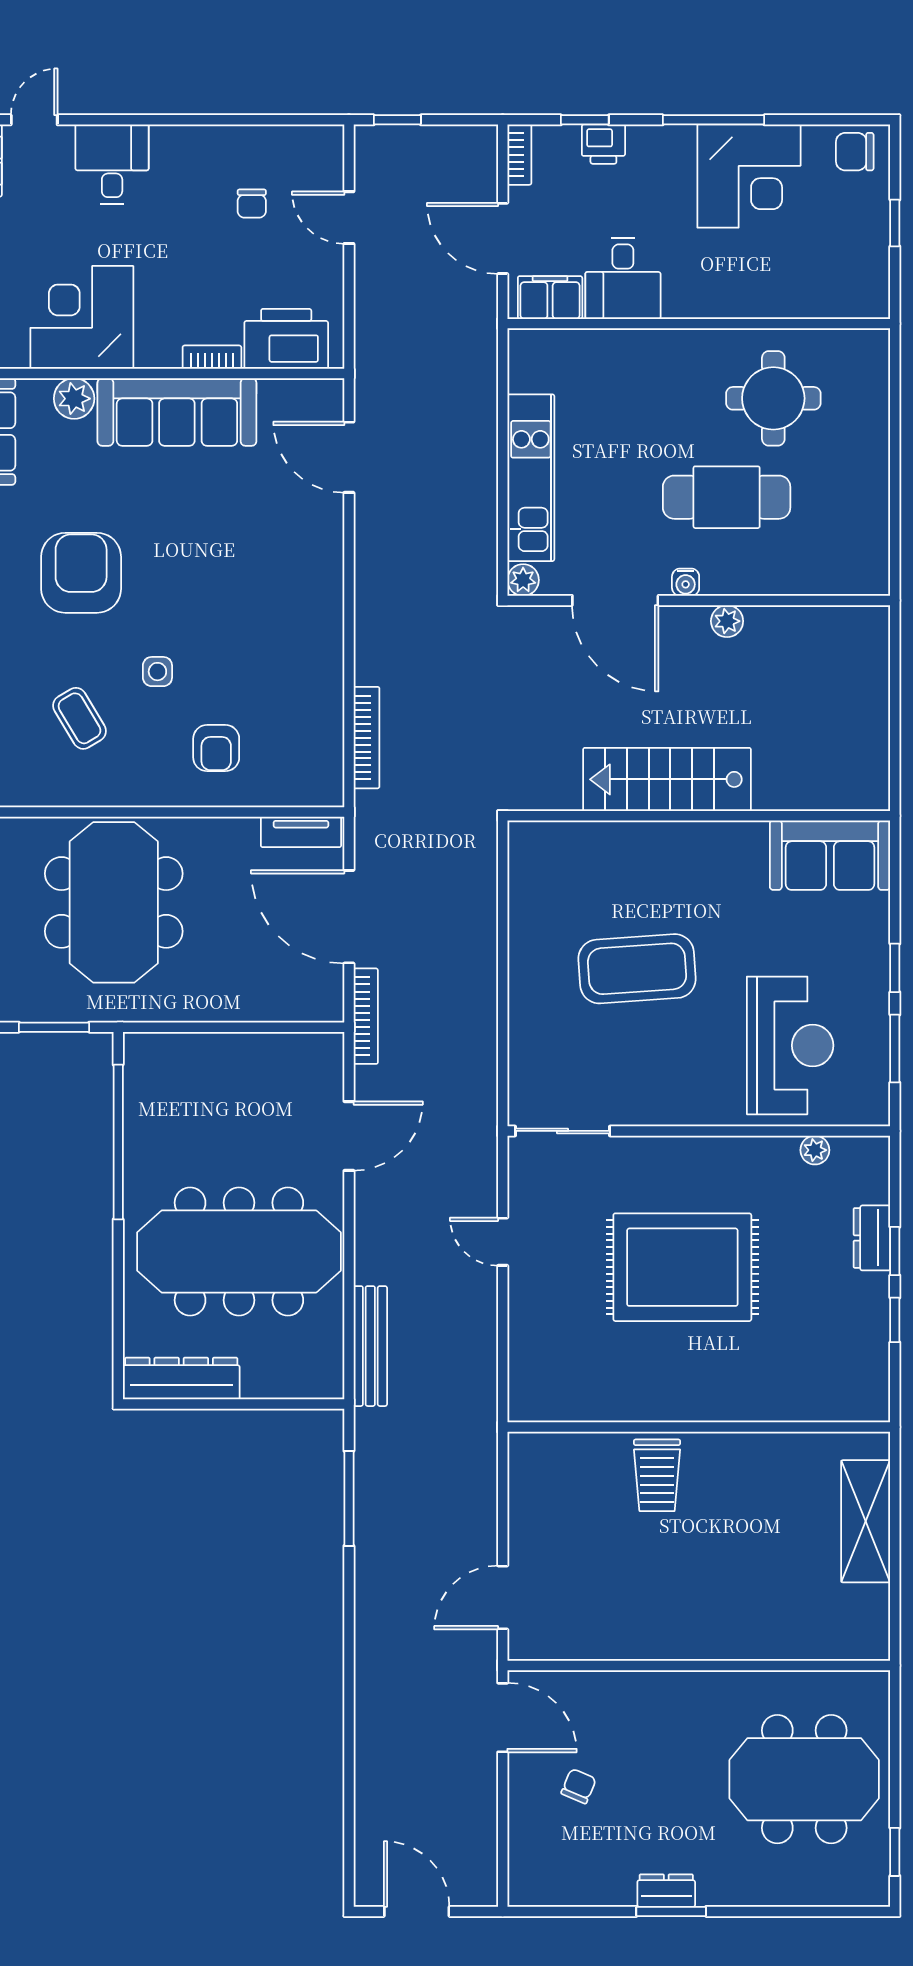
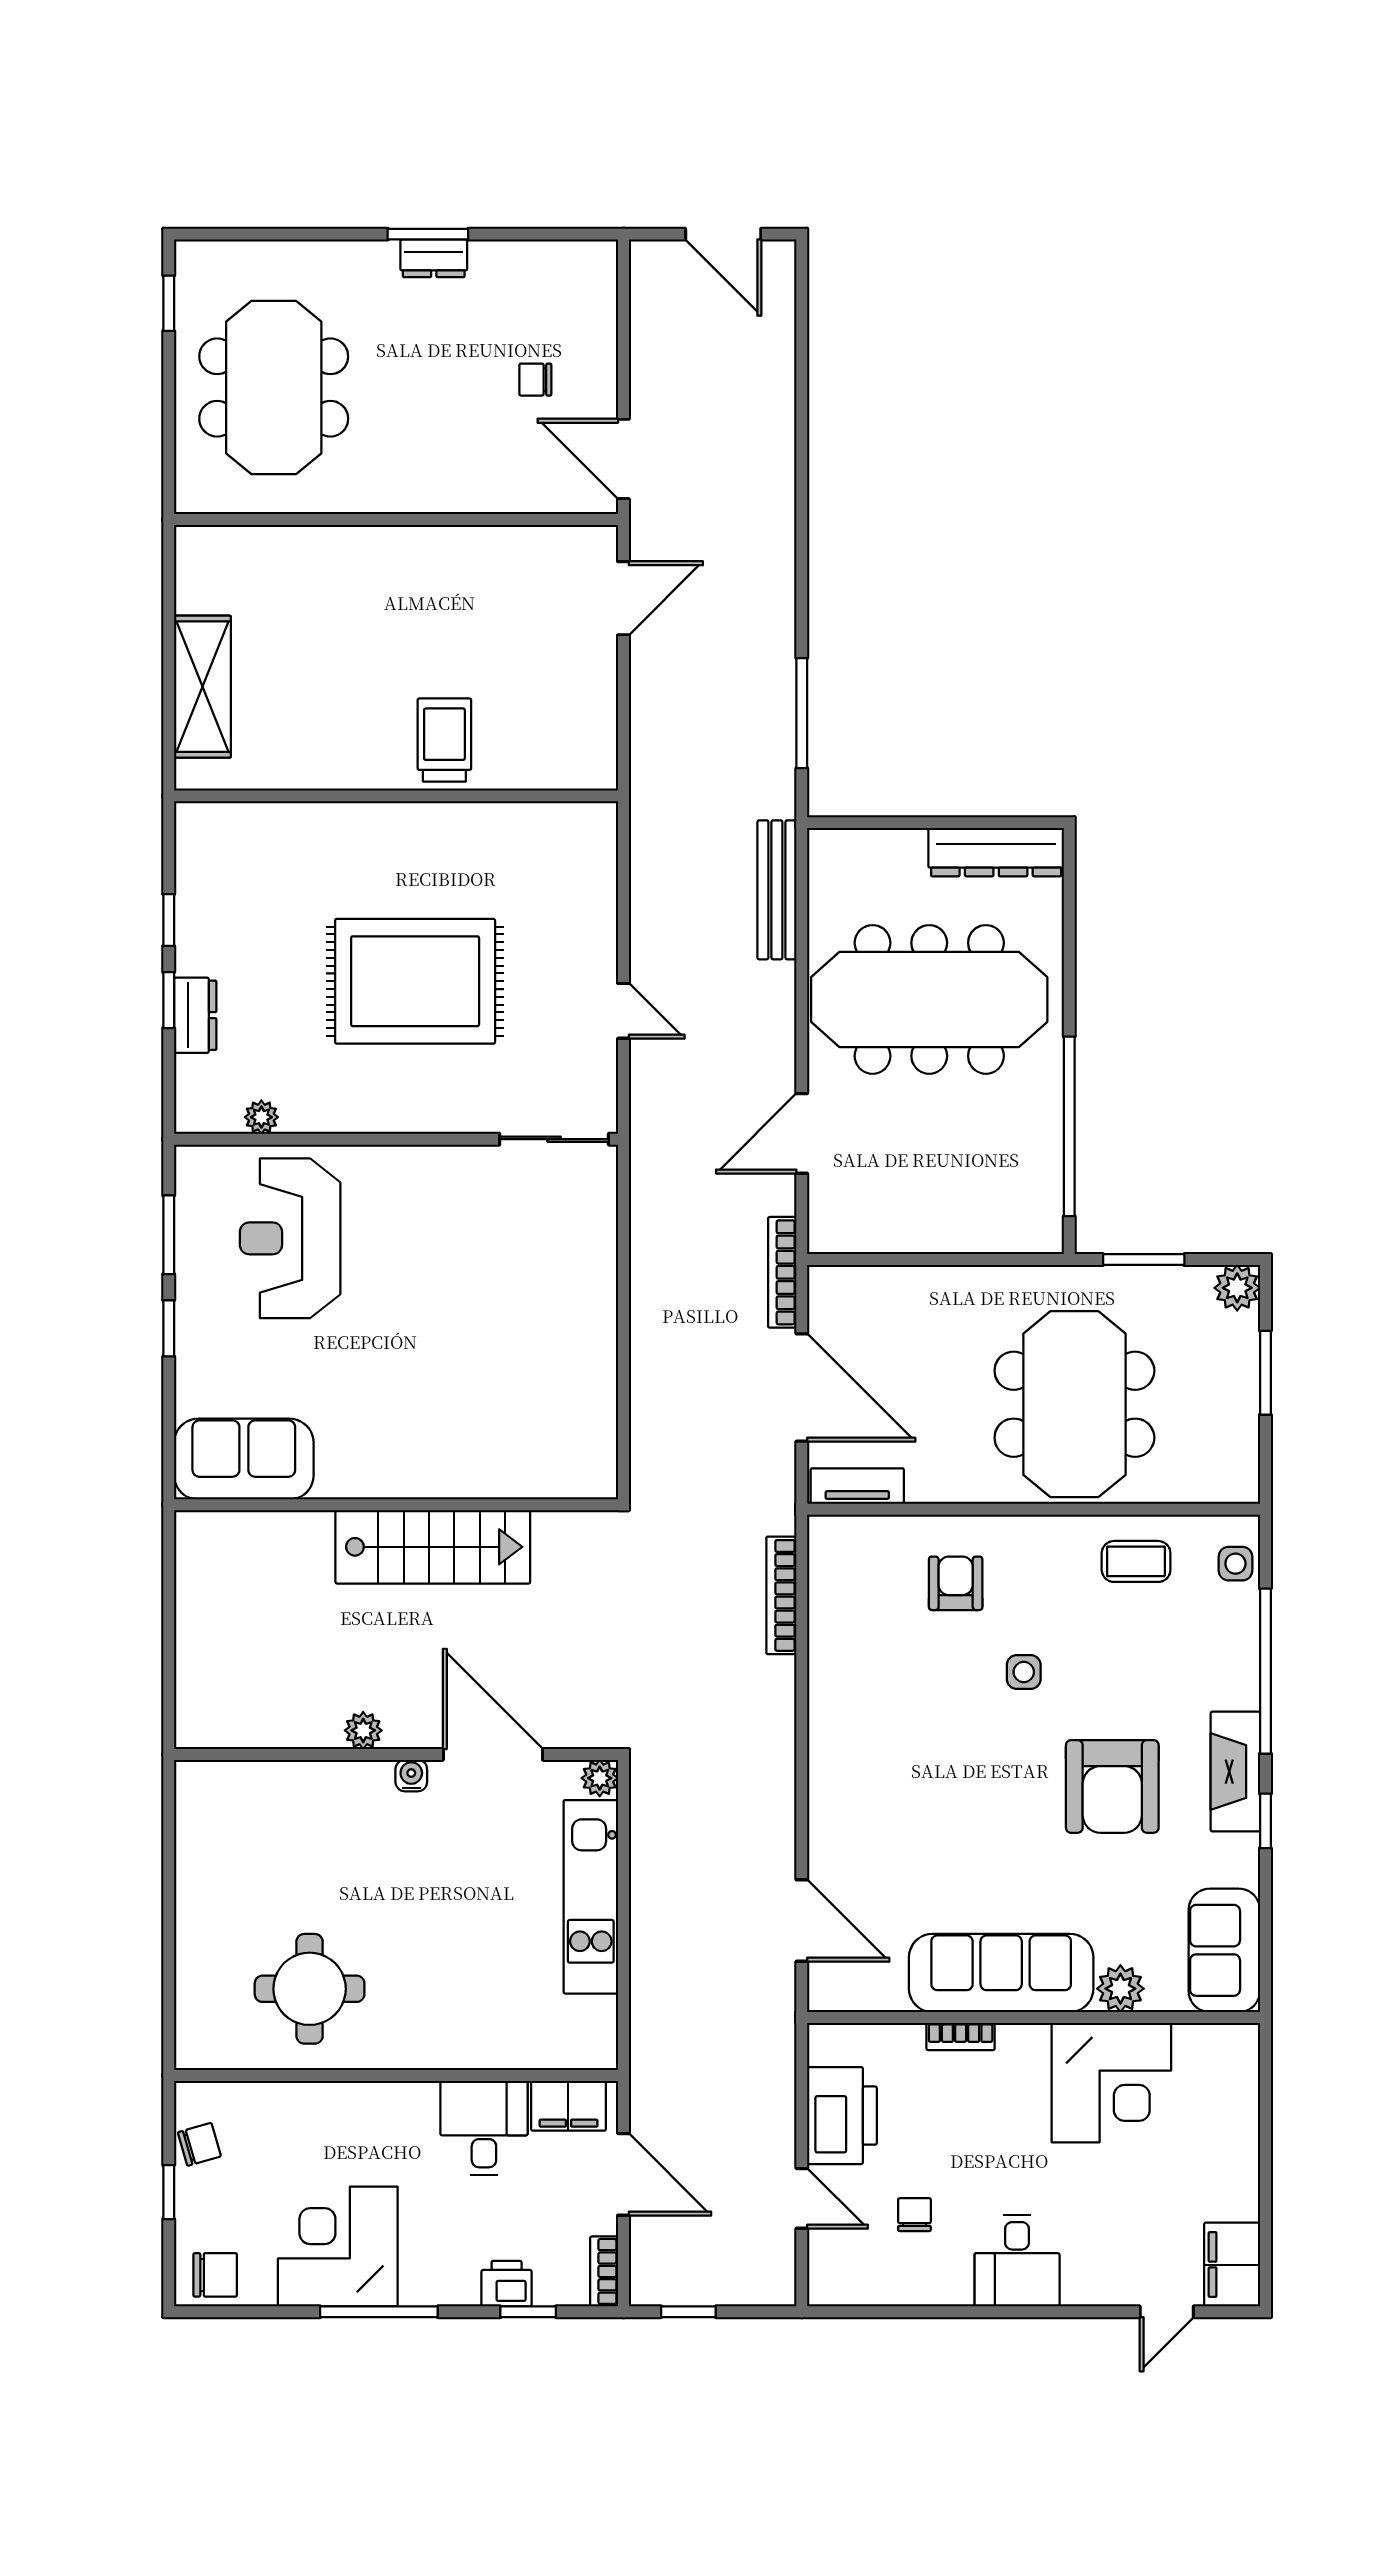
window: (397, 120) -> (688, 2312), moved
desk: (112, 164) -> (1017, 2261), moved
chair: (868, 264) -> (199, 2144), added
printer: (286, 339) -> (842, 2116), moved, turned -90
cafe table: (727, 497) -> (364, 1874), removed
coffee table: (79, 718) -> (1136, 1561), moved, turned -59
coffee table: (637, 969) -> (468, 1327), removed
meeting table: (804, 1779) -> (274, 388), turned 90
chair: (579, 1786) -> (535, 380), turned 67

